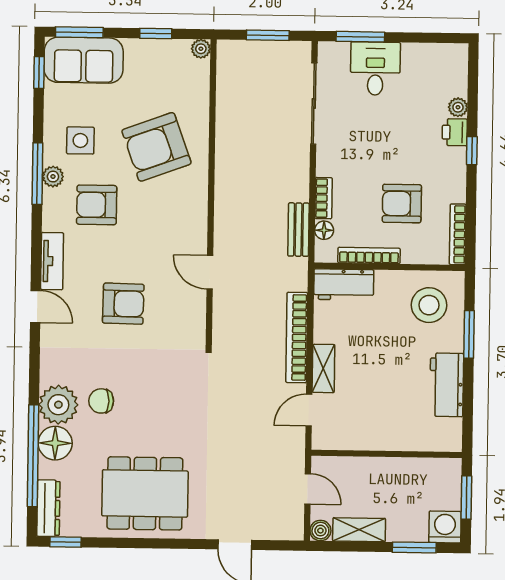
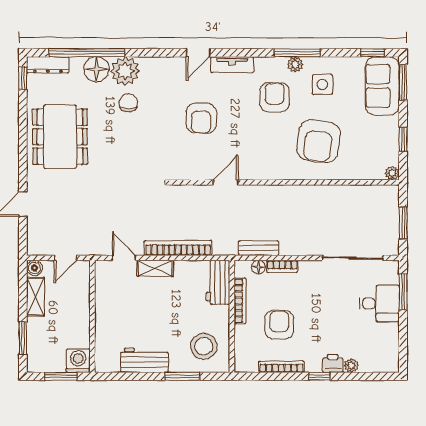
armchair: (157, 147) -> (319, 141), turned -152
bookcase: (458, 234) -> (282, 367), moved
washing machine: (445, 527) -> (78, 361), moved, turned -90

